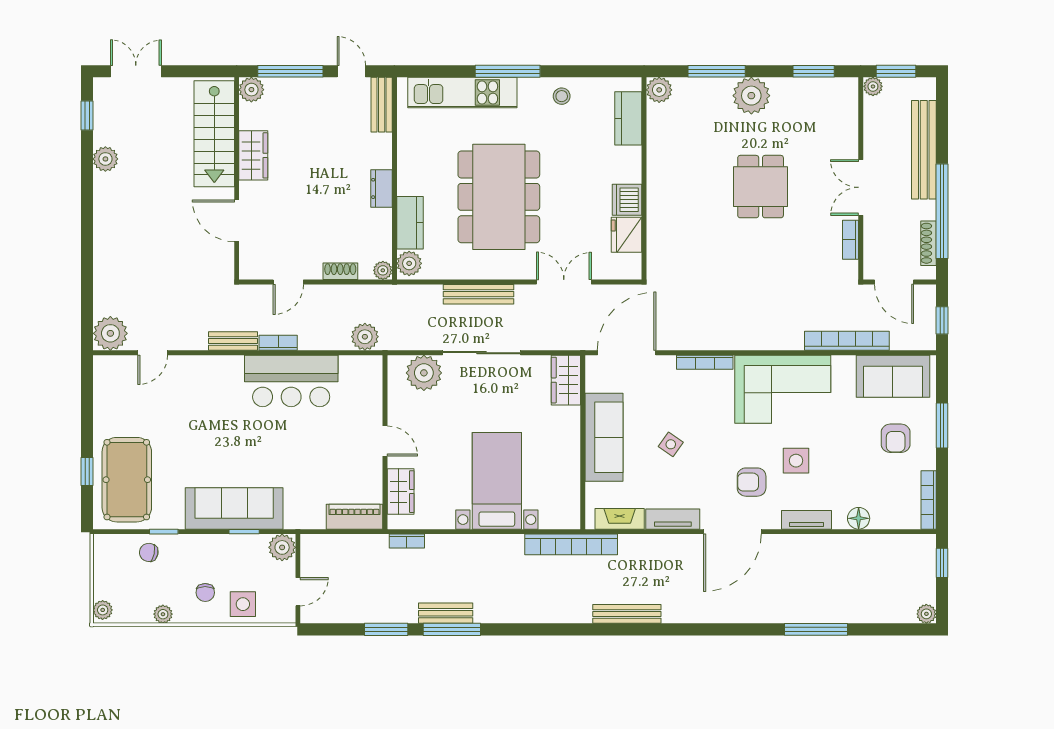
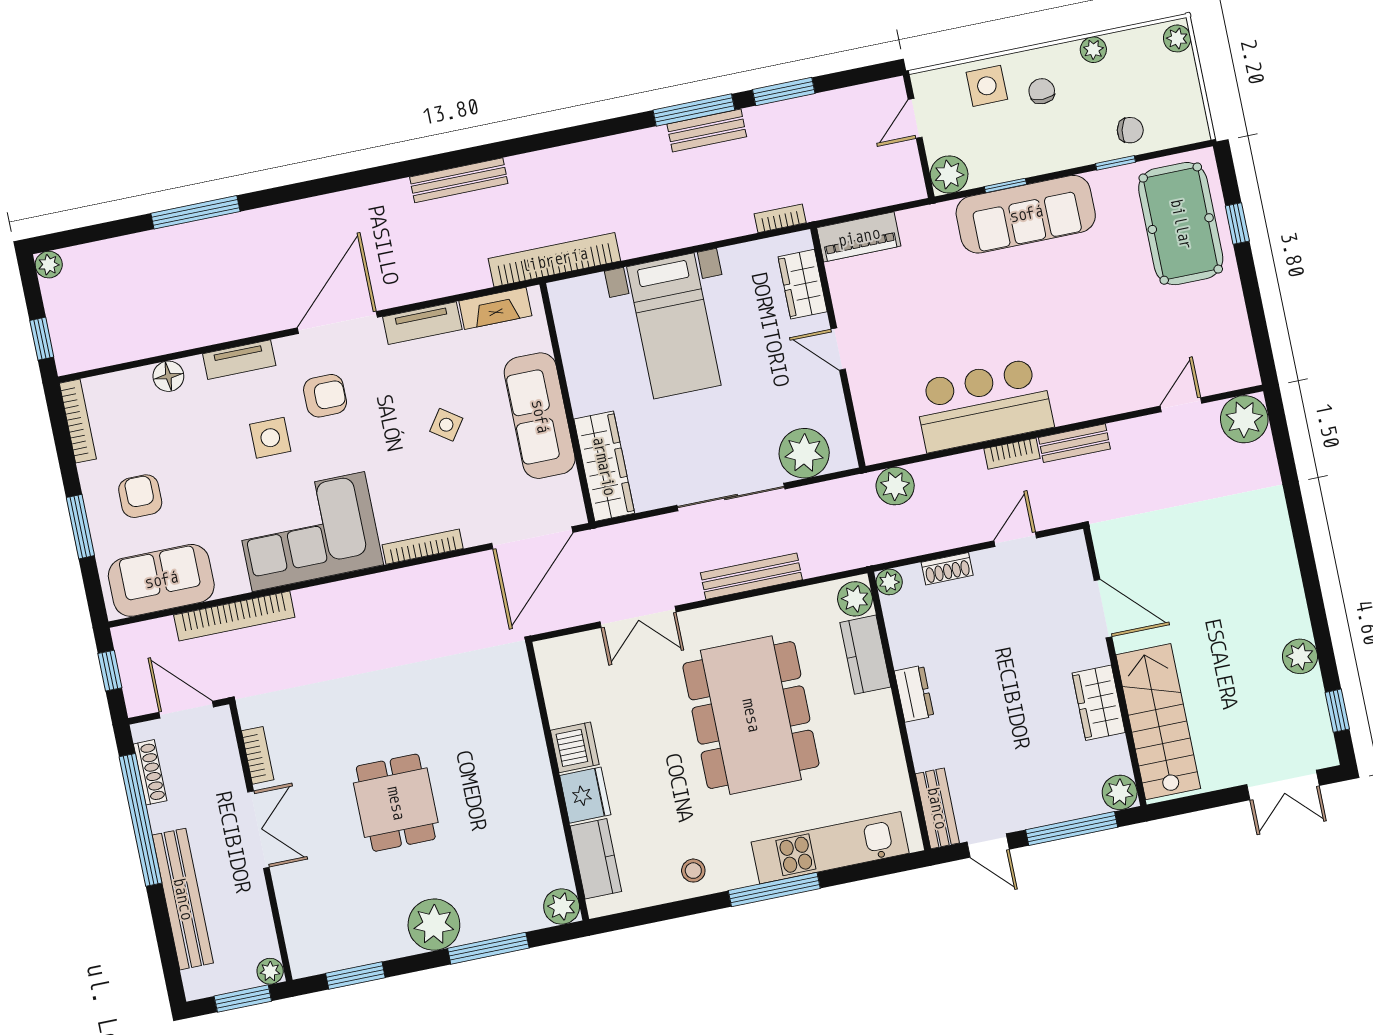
fridge: (627, 235) -> (585, 795), moved
wardrobe: (566, 380) -> (604, 466), width x1.50

